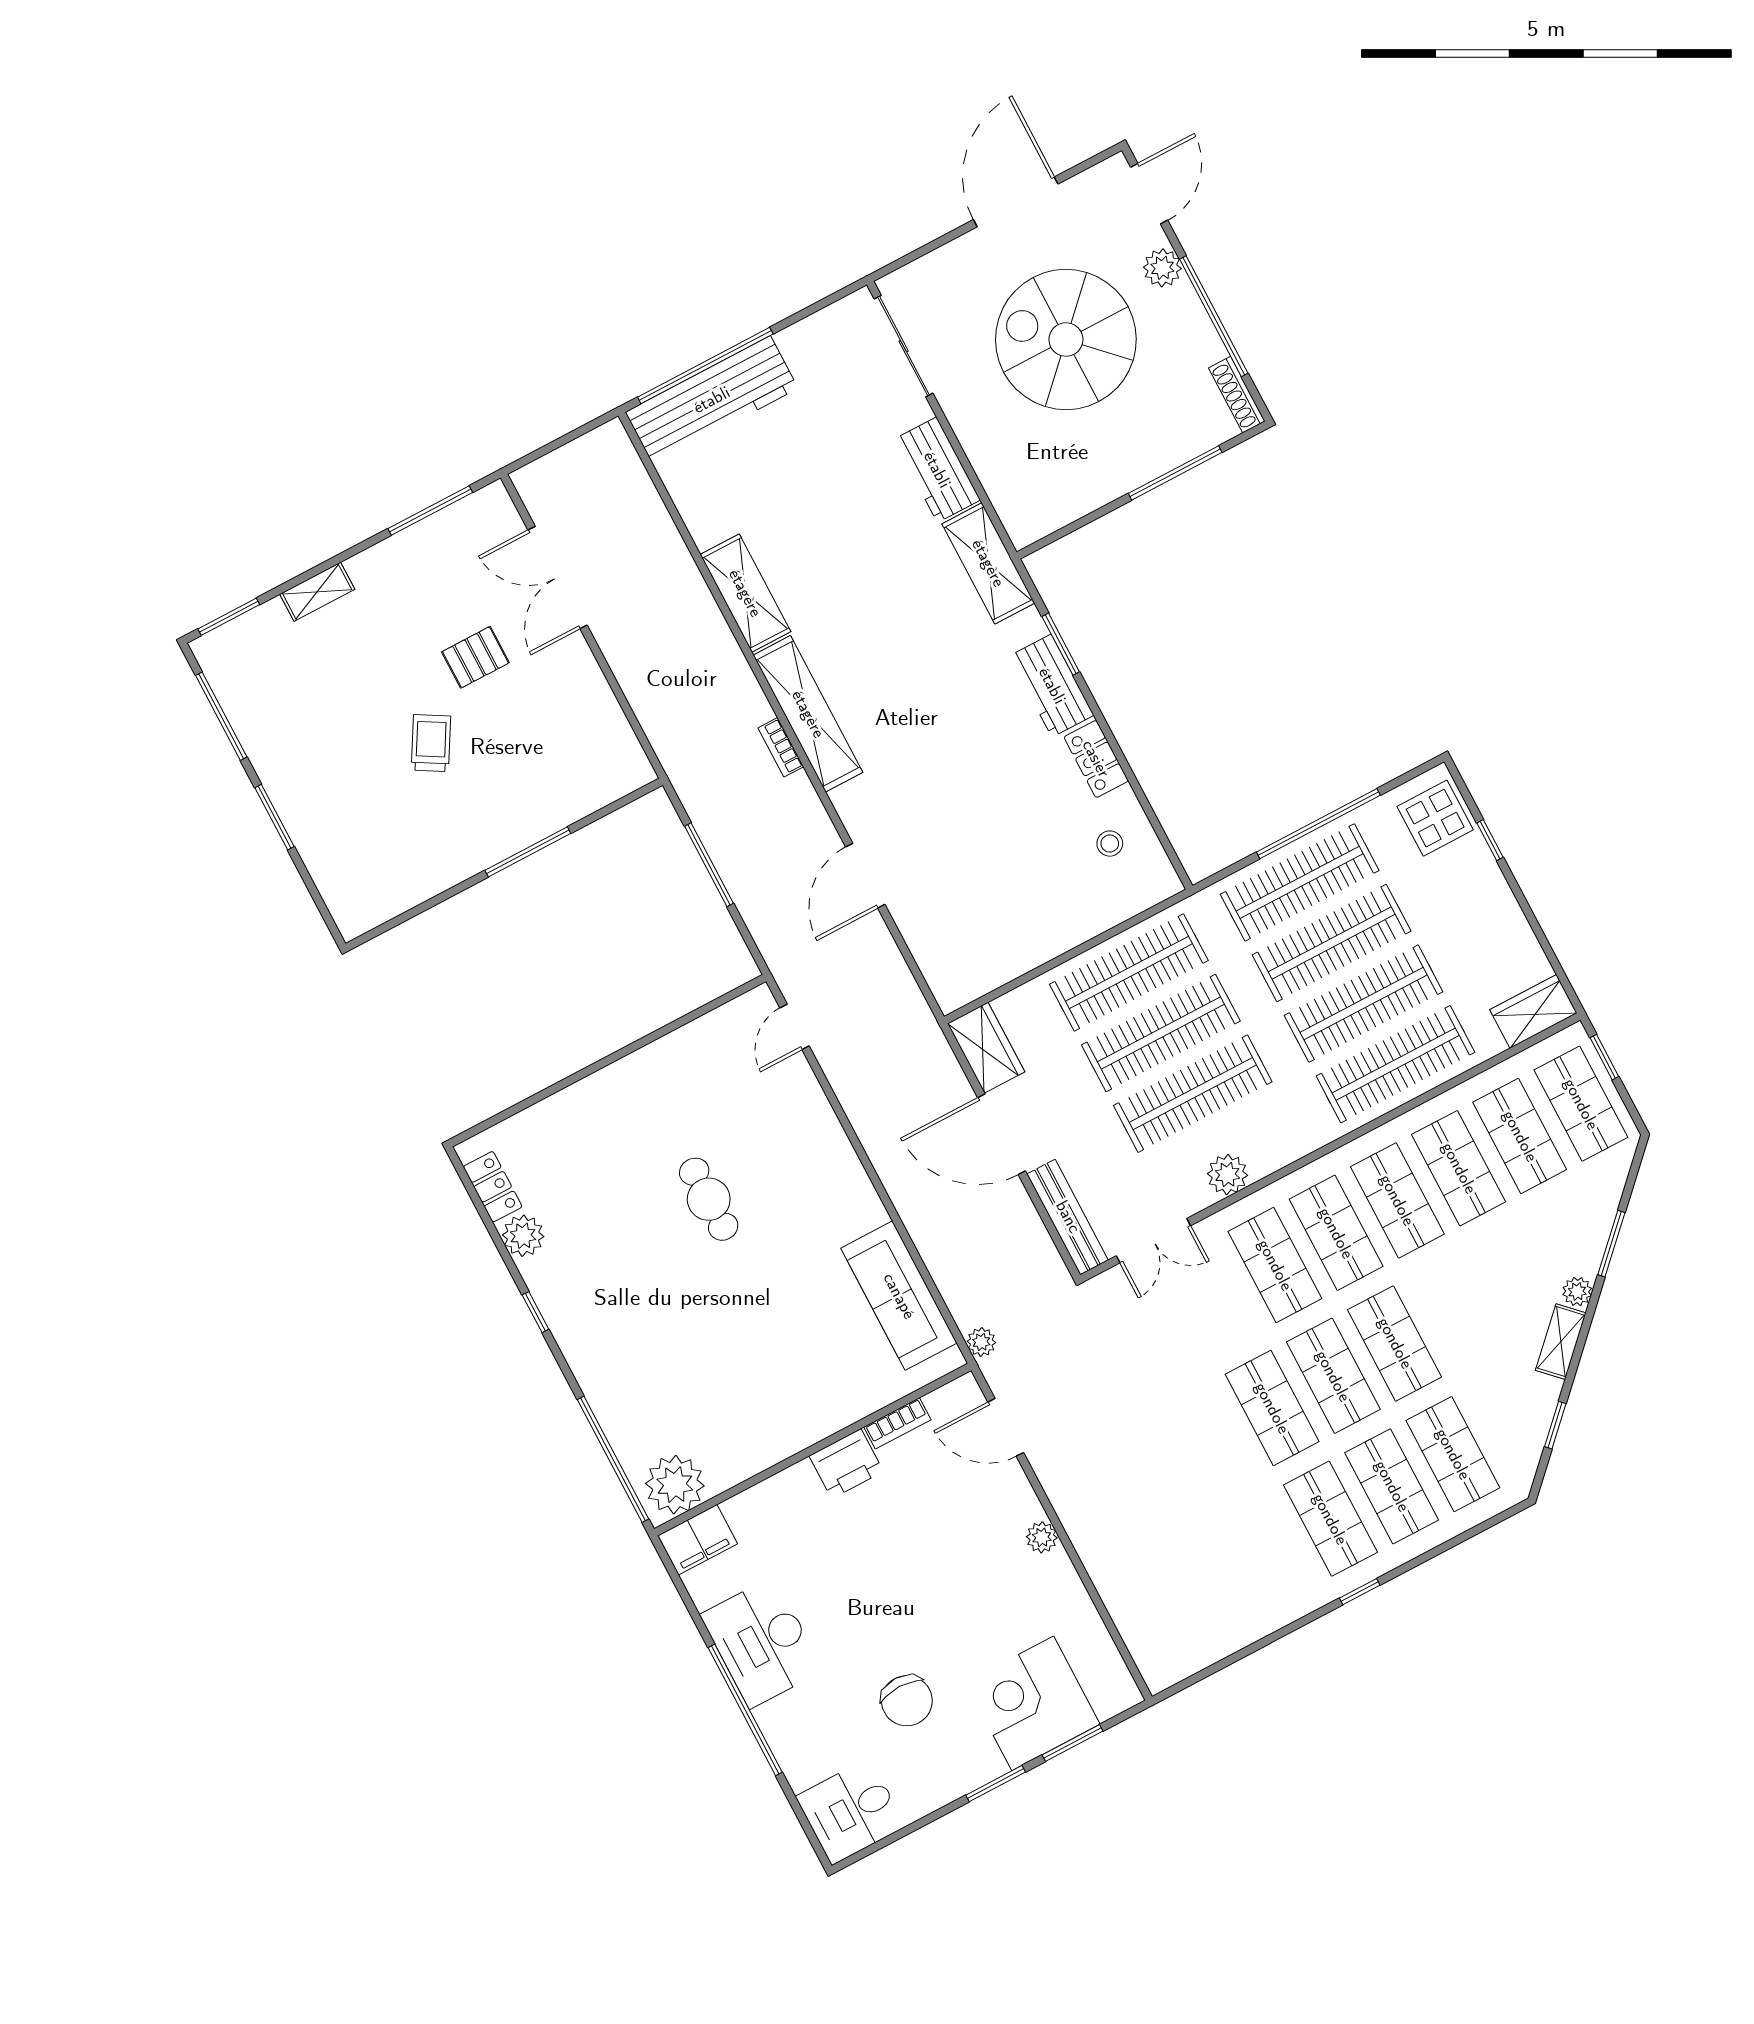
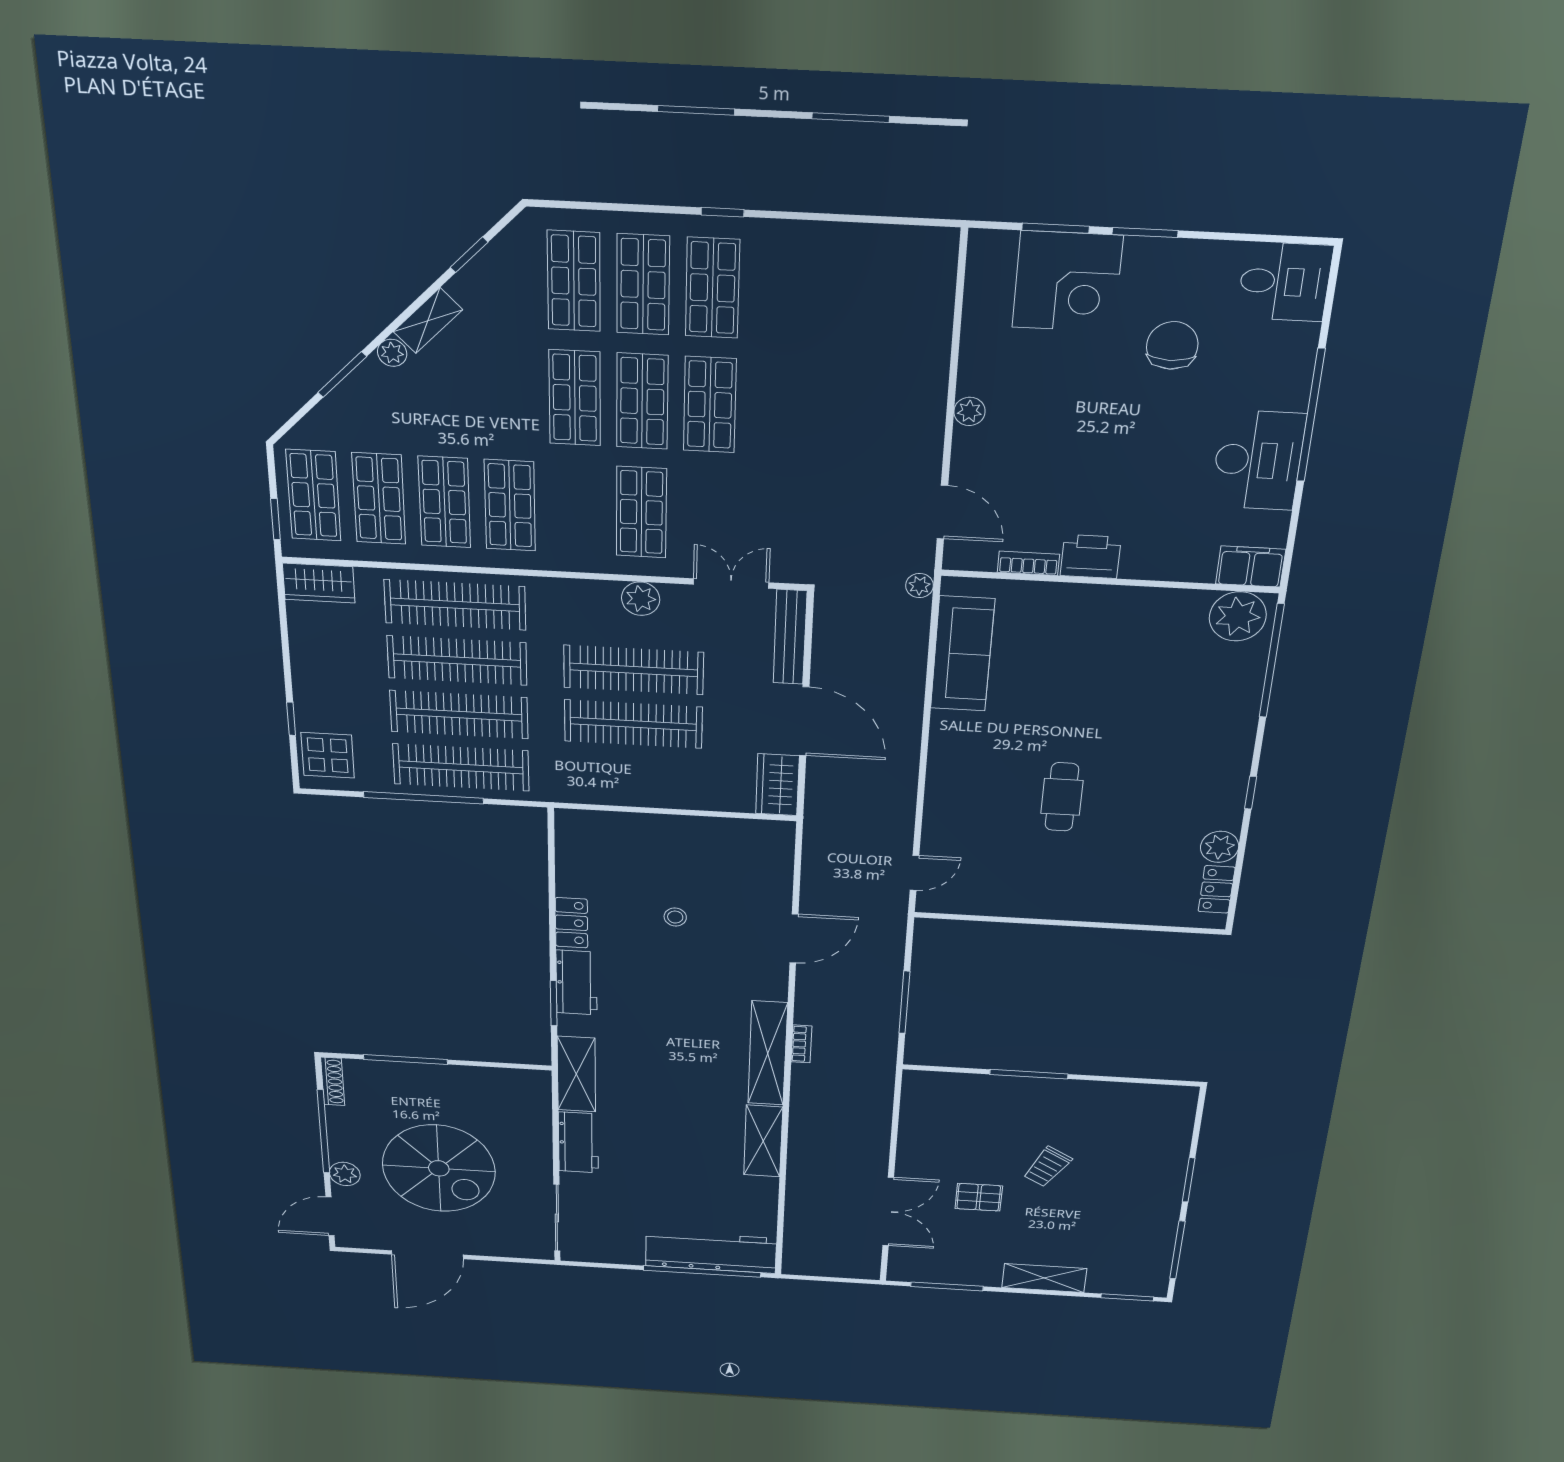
shelving: (317, 592) -> (1044, 1278), width x1.50, depth x1.33
stool: (1110, 844) -> (675, 917), moved
clothes rail: (1129, 972) -> (633, 777), removed
shop shelf: (1336, 1233) -> (576, 509), removed

